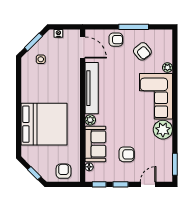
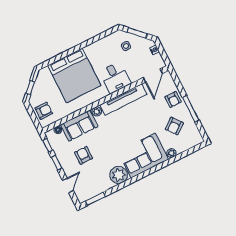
desk: (66, 85) -> (115, 77), added
armchair: (127, 154) -> (84, 155), turned 180
door: (148, 184) -> (68, 185), hinge flipped

